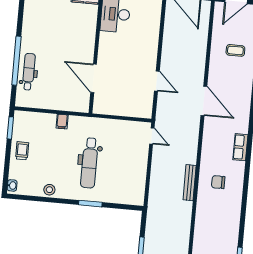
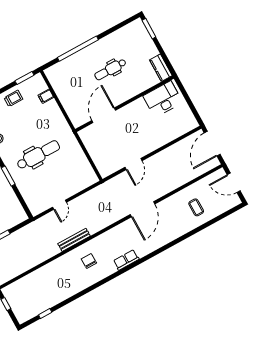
dental chair: (29, 72) -> (110, 69), moved, turned 180
filing cabinet: (62, 122) -> (46, 96), moved
door: (152, 136) -> (60, 205), moved
dental chair: (89, 163) -> (38, 155), turned 180

